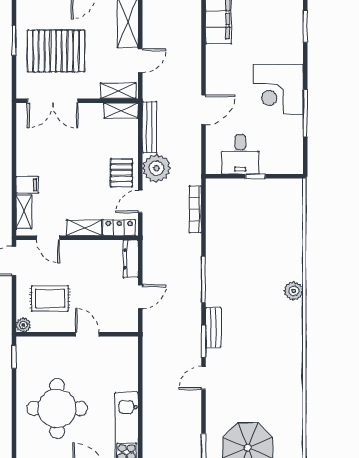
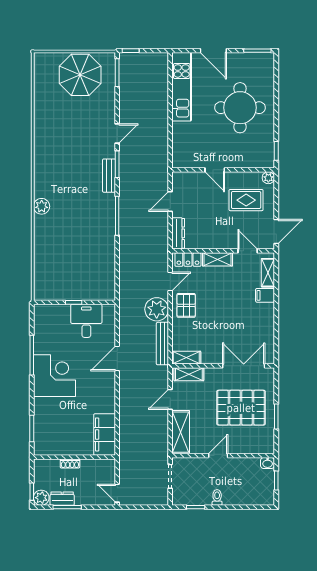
bookcase: (195, 209) -> (124, 275), removed

